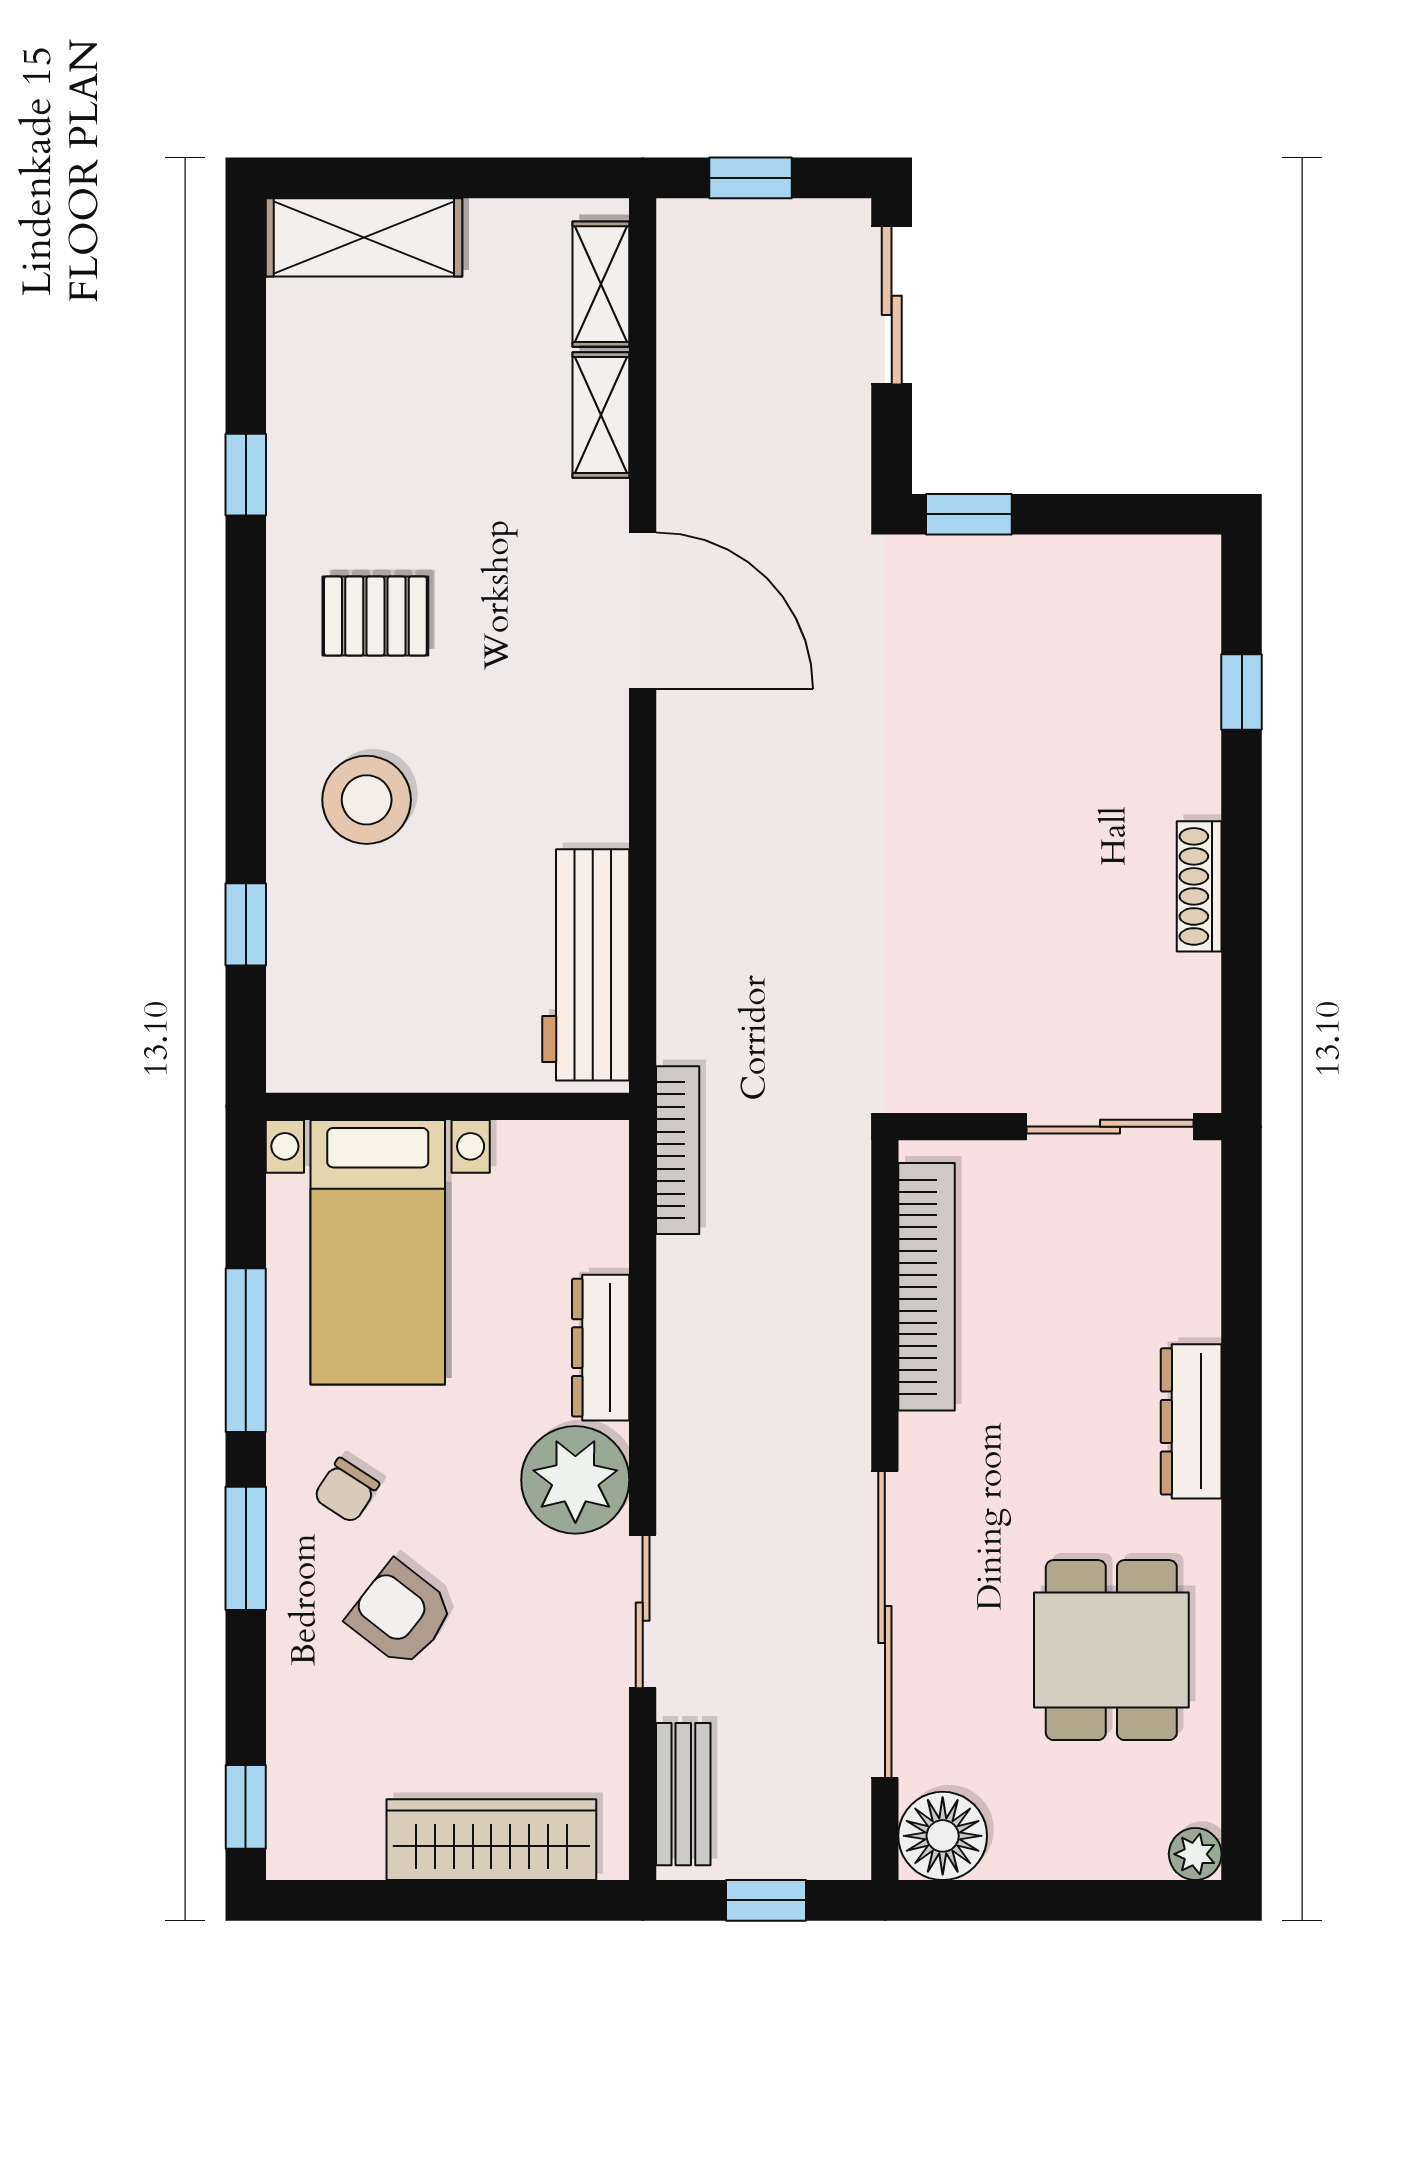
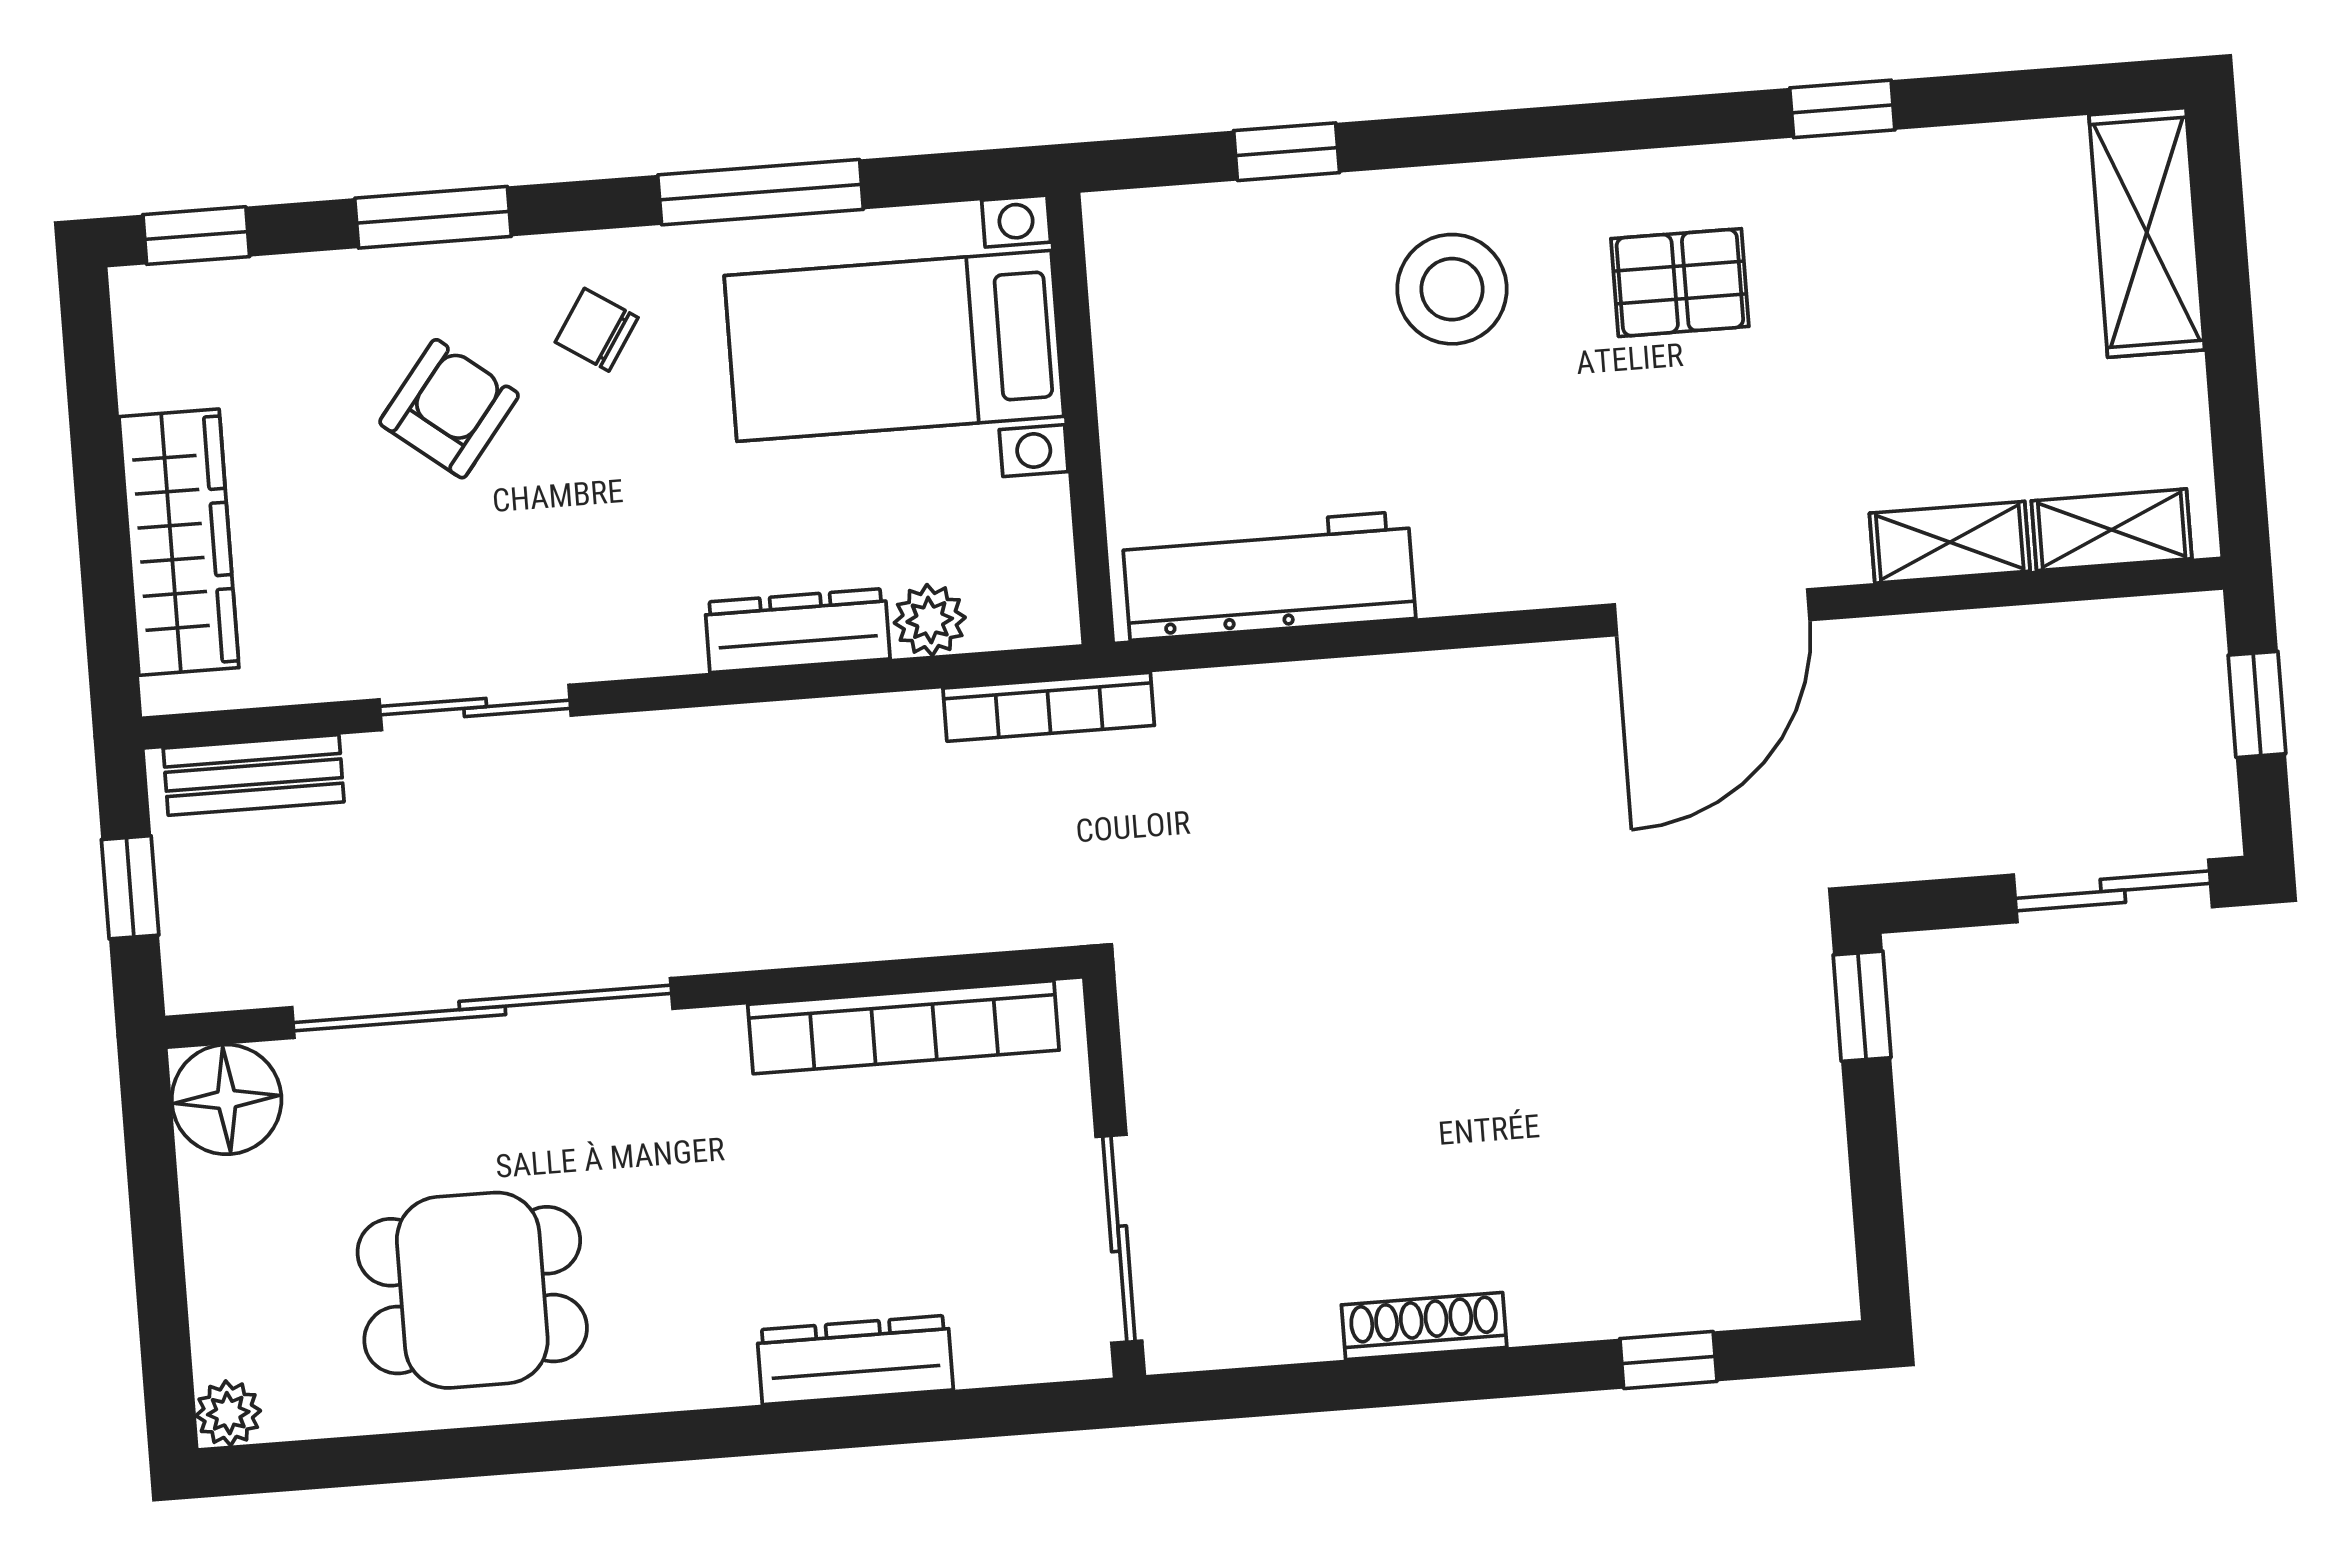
pallet: (375, 616) -> (1680, 283), turned 90
dresser: (1191, 1421) -> (855, 1360), moved
plant: (575, 1480) -> (930, 620), moved, width x0.53, depth x0.53
window: (246, 1548) -> (433, 217), moved

